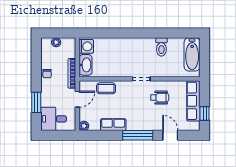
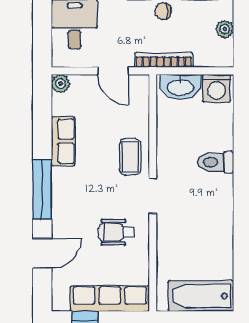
toilet: (161, 47) -> (216, 162), moved
coffee table: (106, 88) -> (130, 157), moved
wheelchair: (160, 98) -> (116, 232), turned 90

